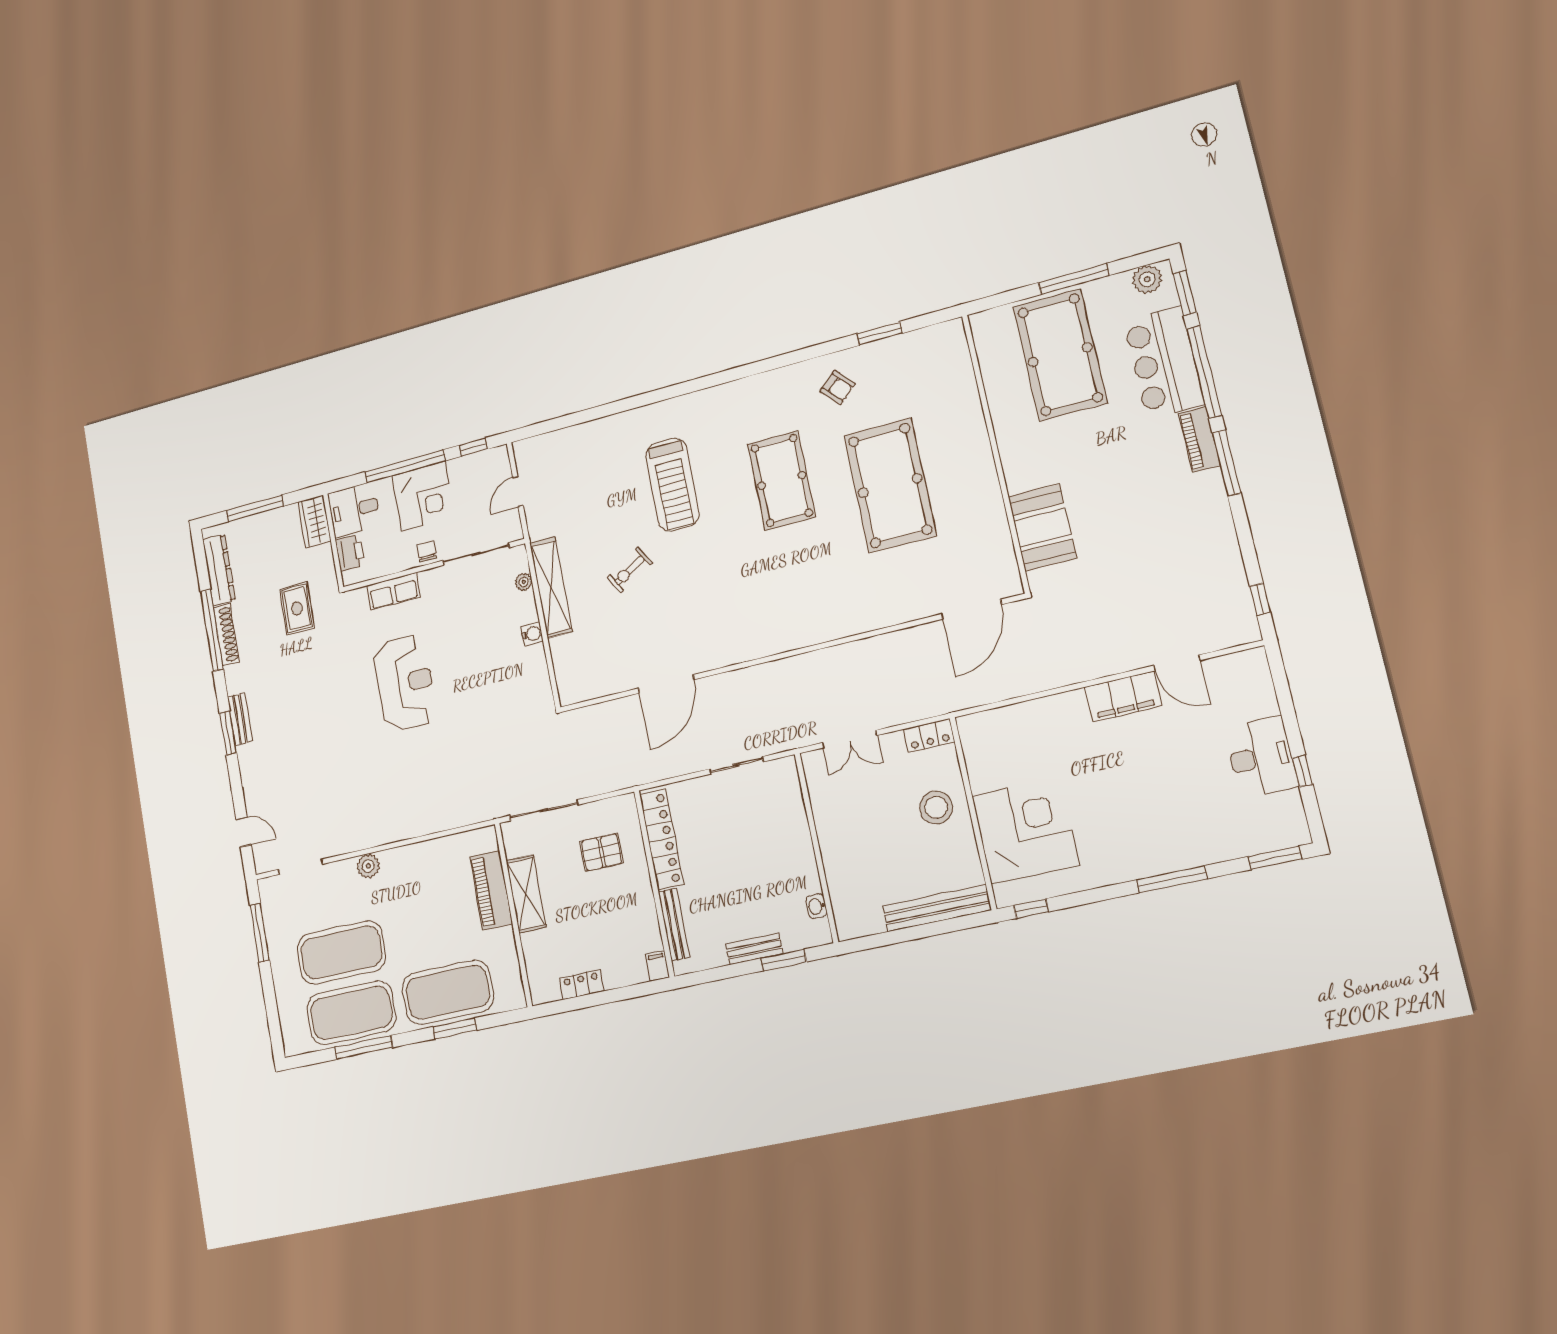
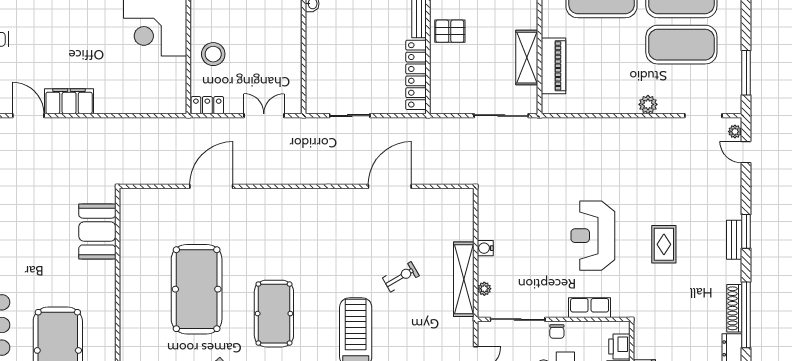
rug: (297, 608) -> (664, 244), moved
door: (971, 609) -> (211, 186), moved
pallet: (602, 852) -> (450, 31), moved
plant: (261, 855) -> (735, 132), added

